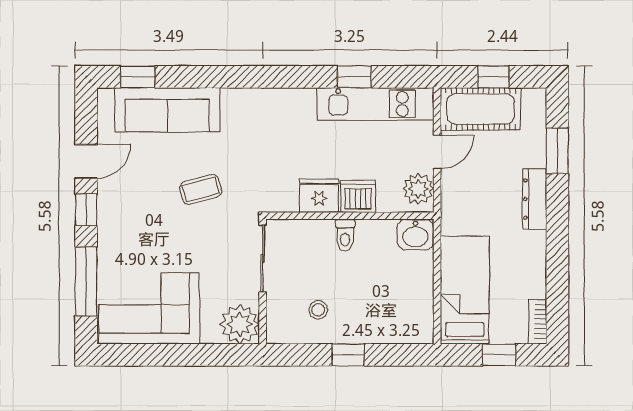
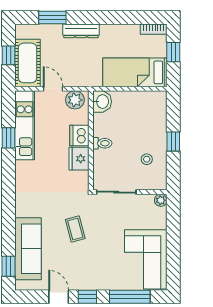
plant: (240, 324) -> (161, 200), width x0.53, depth x0.53

